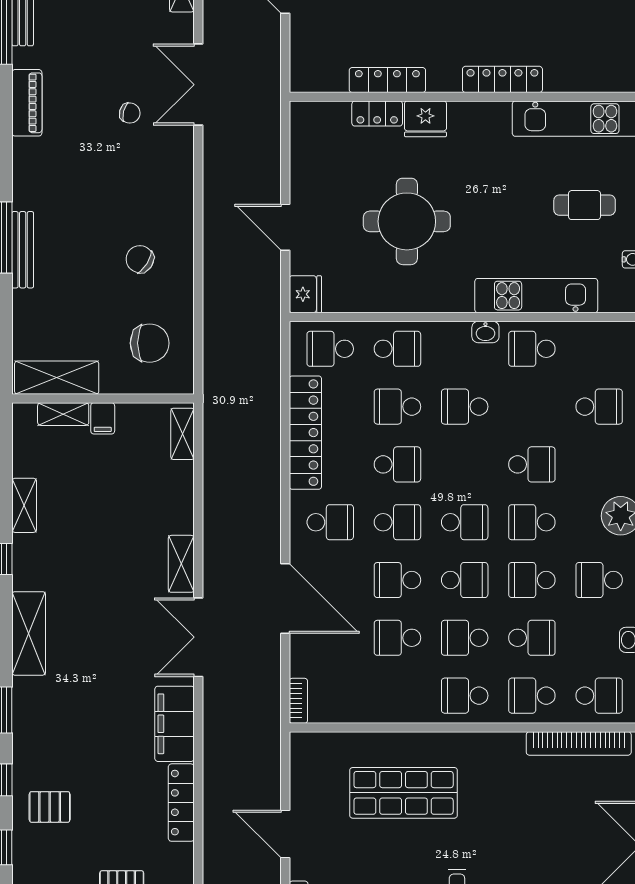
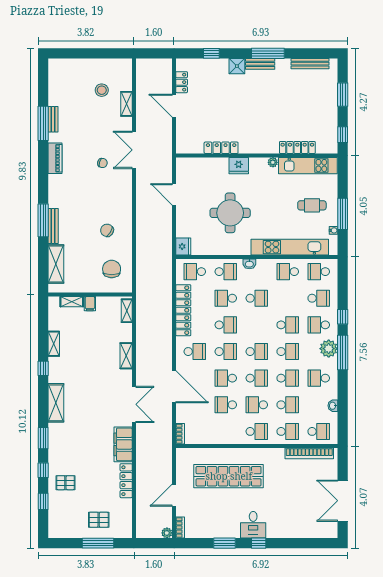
locker: (502, 79) -> (297, 147), moved
plant: (500, 112) -> (273, 162), added
locker: (377, 114) -> (216, 163), removed
door: (285, 227) -> (174, 194), moved
kitchen unit: (536, 296) -> (290, 247), width x1.36
washbasin: (485, 332) -> (249, 264), moved
chair: (150, 343) -> (112, 269), turned -90
school desk: (599, 349) -> (319, 272), added
shelving: (57, 378) -> (56, 264), moved, turned 90
school desk: (465, 407) -> (257, 298), turned 180
school desk: (599, 464) -> (319, 325), added
school desk: (532, 522) -> (288, 352), turned 180
shelving: (181, 564) -> (126, 356), moved
school desk: (532, 580) -> (288, 378), turned 180
double door: (198, 637) -> (134, 404), swing flipped
school desk: (465, 696) -> (257, 431), turned 180
school desk: (532, 696) -> (288, 431), turned 180
shop shelf: (404, 793) -> (229, 476), width x1.40
door: (285, 834) -> (174, 495), hinge flipped

